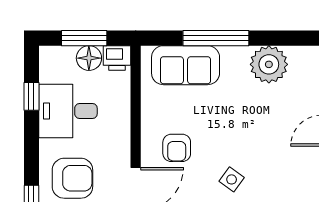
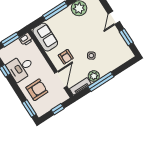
floor lamp: (89, 58) -> (16, 45), removed
sofa: (186, 65) -> (45, 37), moved, turned -90

